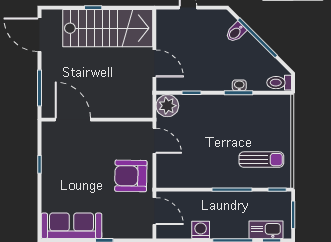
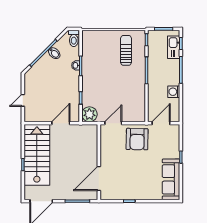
bidet: (236, 32) -> (54, 53), moved

